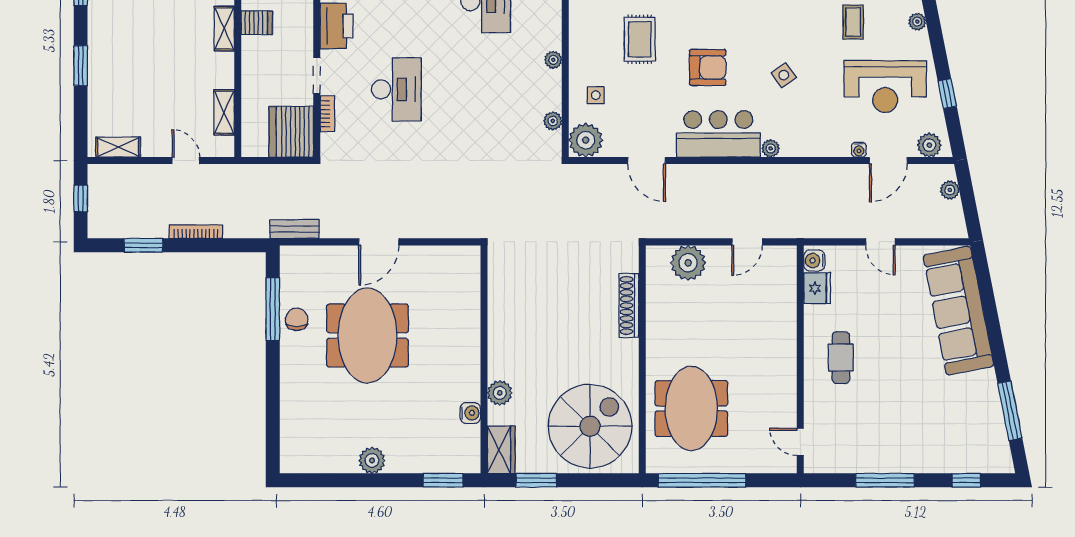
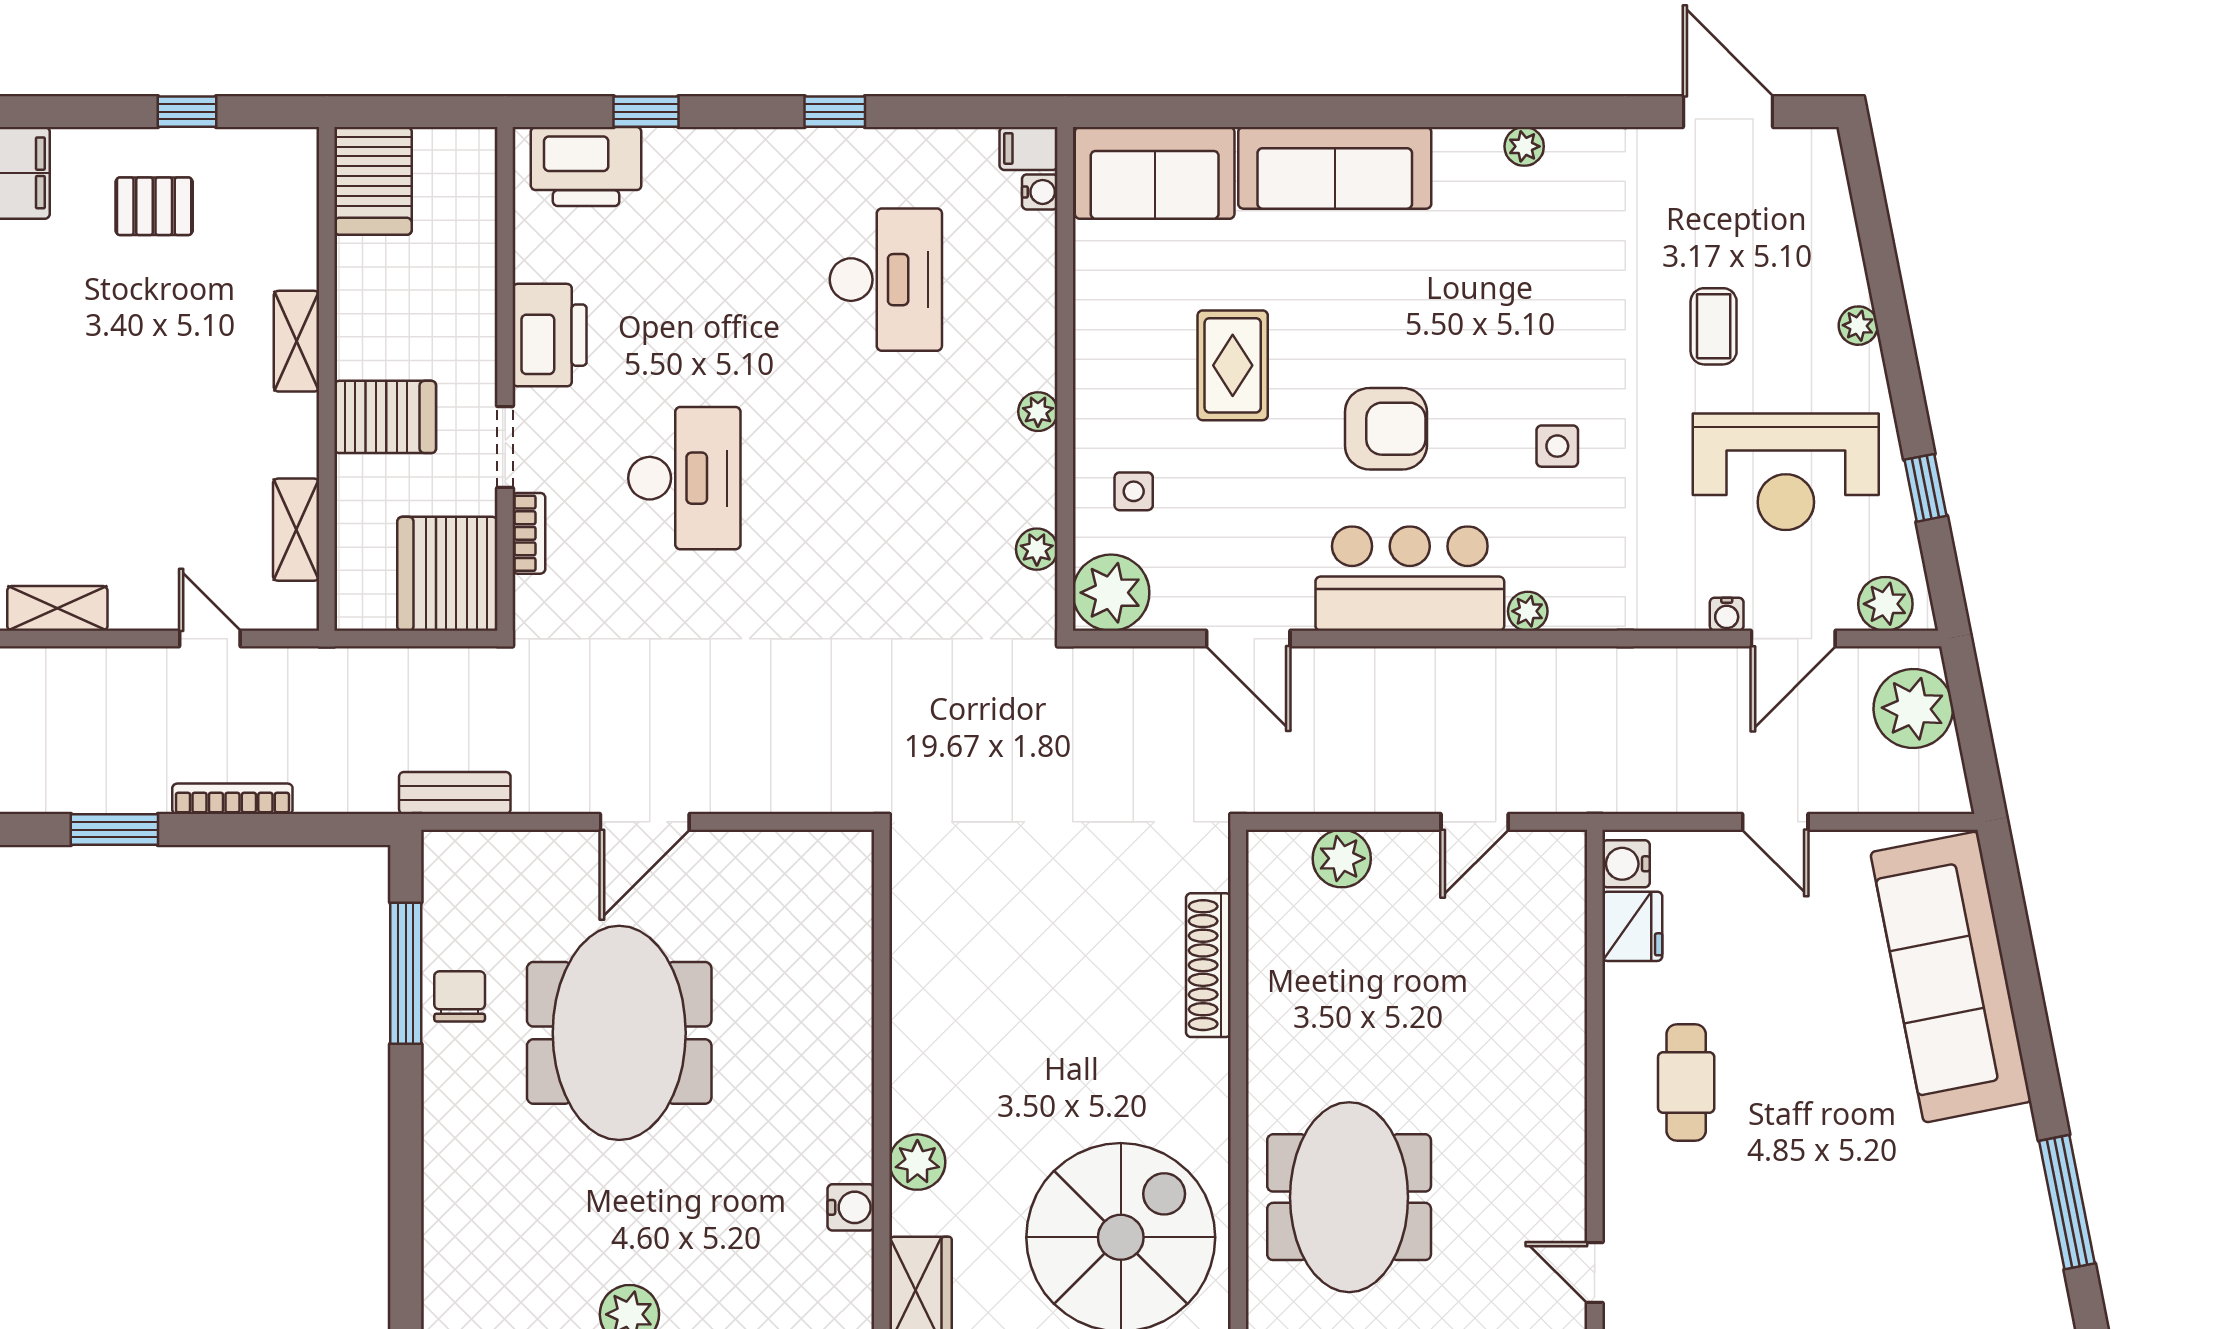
server rack: (257, 23) -> (385, 417), moved, width x1.36, depth x1.44
side table: (784, 75) -> (1557, 446), turned 36
plant: (950, 190) -> (1913, 709), width x1.87, depth x1.87
plant: (688, 263) -> (1342, 858), width x0.73, depth x0.73

